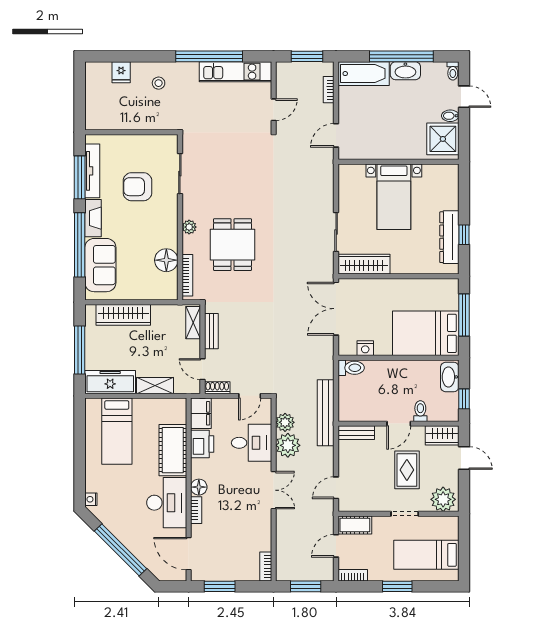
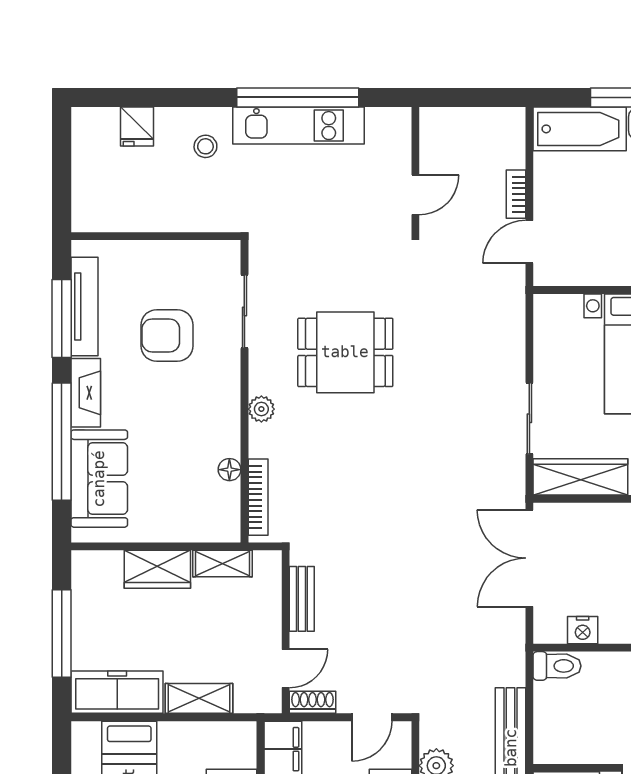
window: (307, 56) -> (476, 97), removed
kitchen unit: (235, 72) -> (298, 126), moved
bookcase: (329, 90) -> (516, 194), moved
dining table: (232, 245) -> (345, 352), moved, turned 90
floor lamp: (166, 260) -> (229, 470), width x0.53, depth x0.53
wardrobe: (123, 315) -> (157, 569), width x0.67
shelving: (193, 323) -> (223, 563), moved, turned 90
door: (202, 369) -> (286, 668), swing flipped

